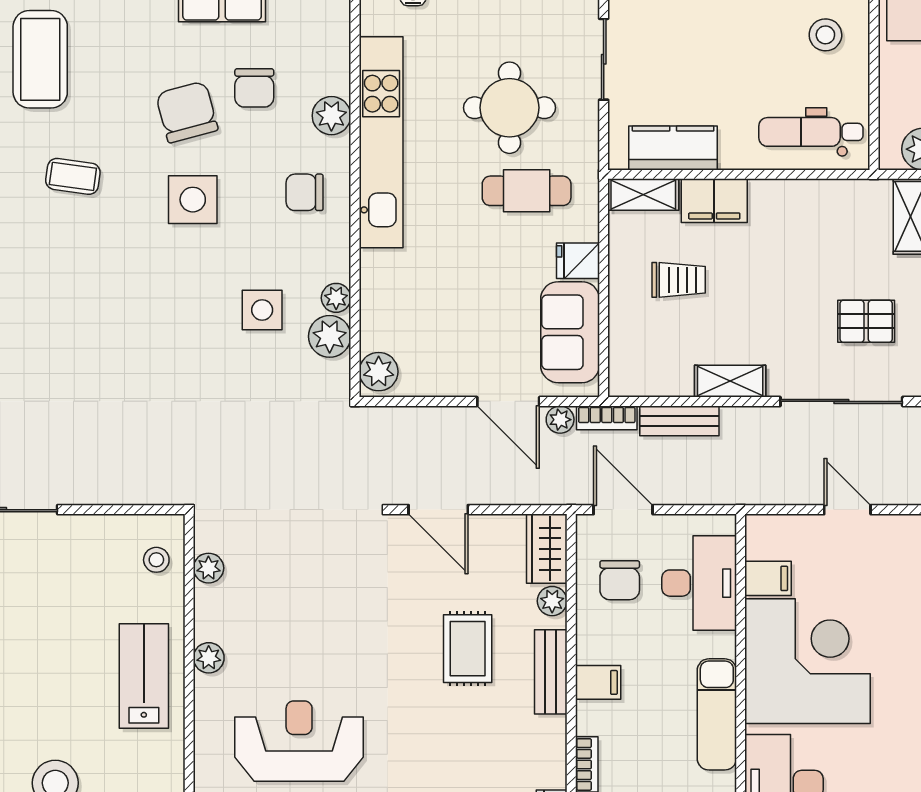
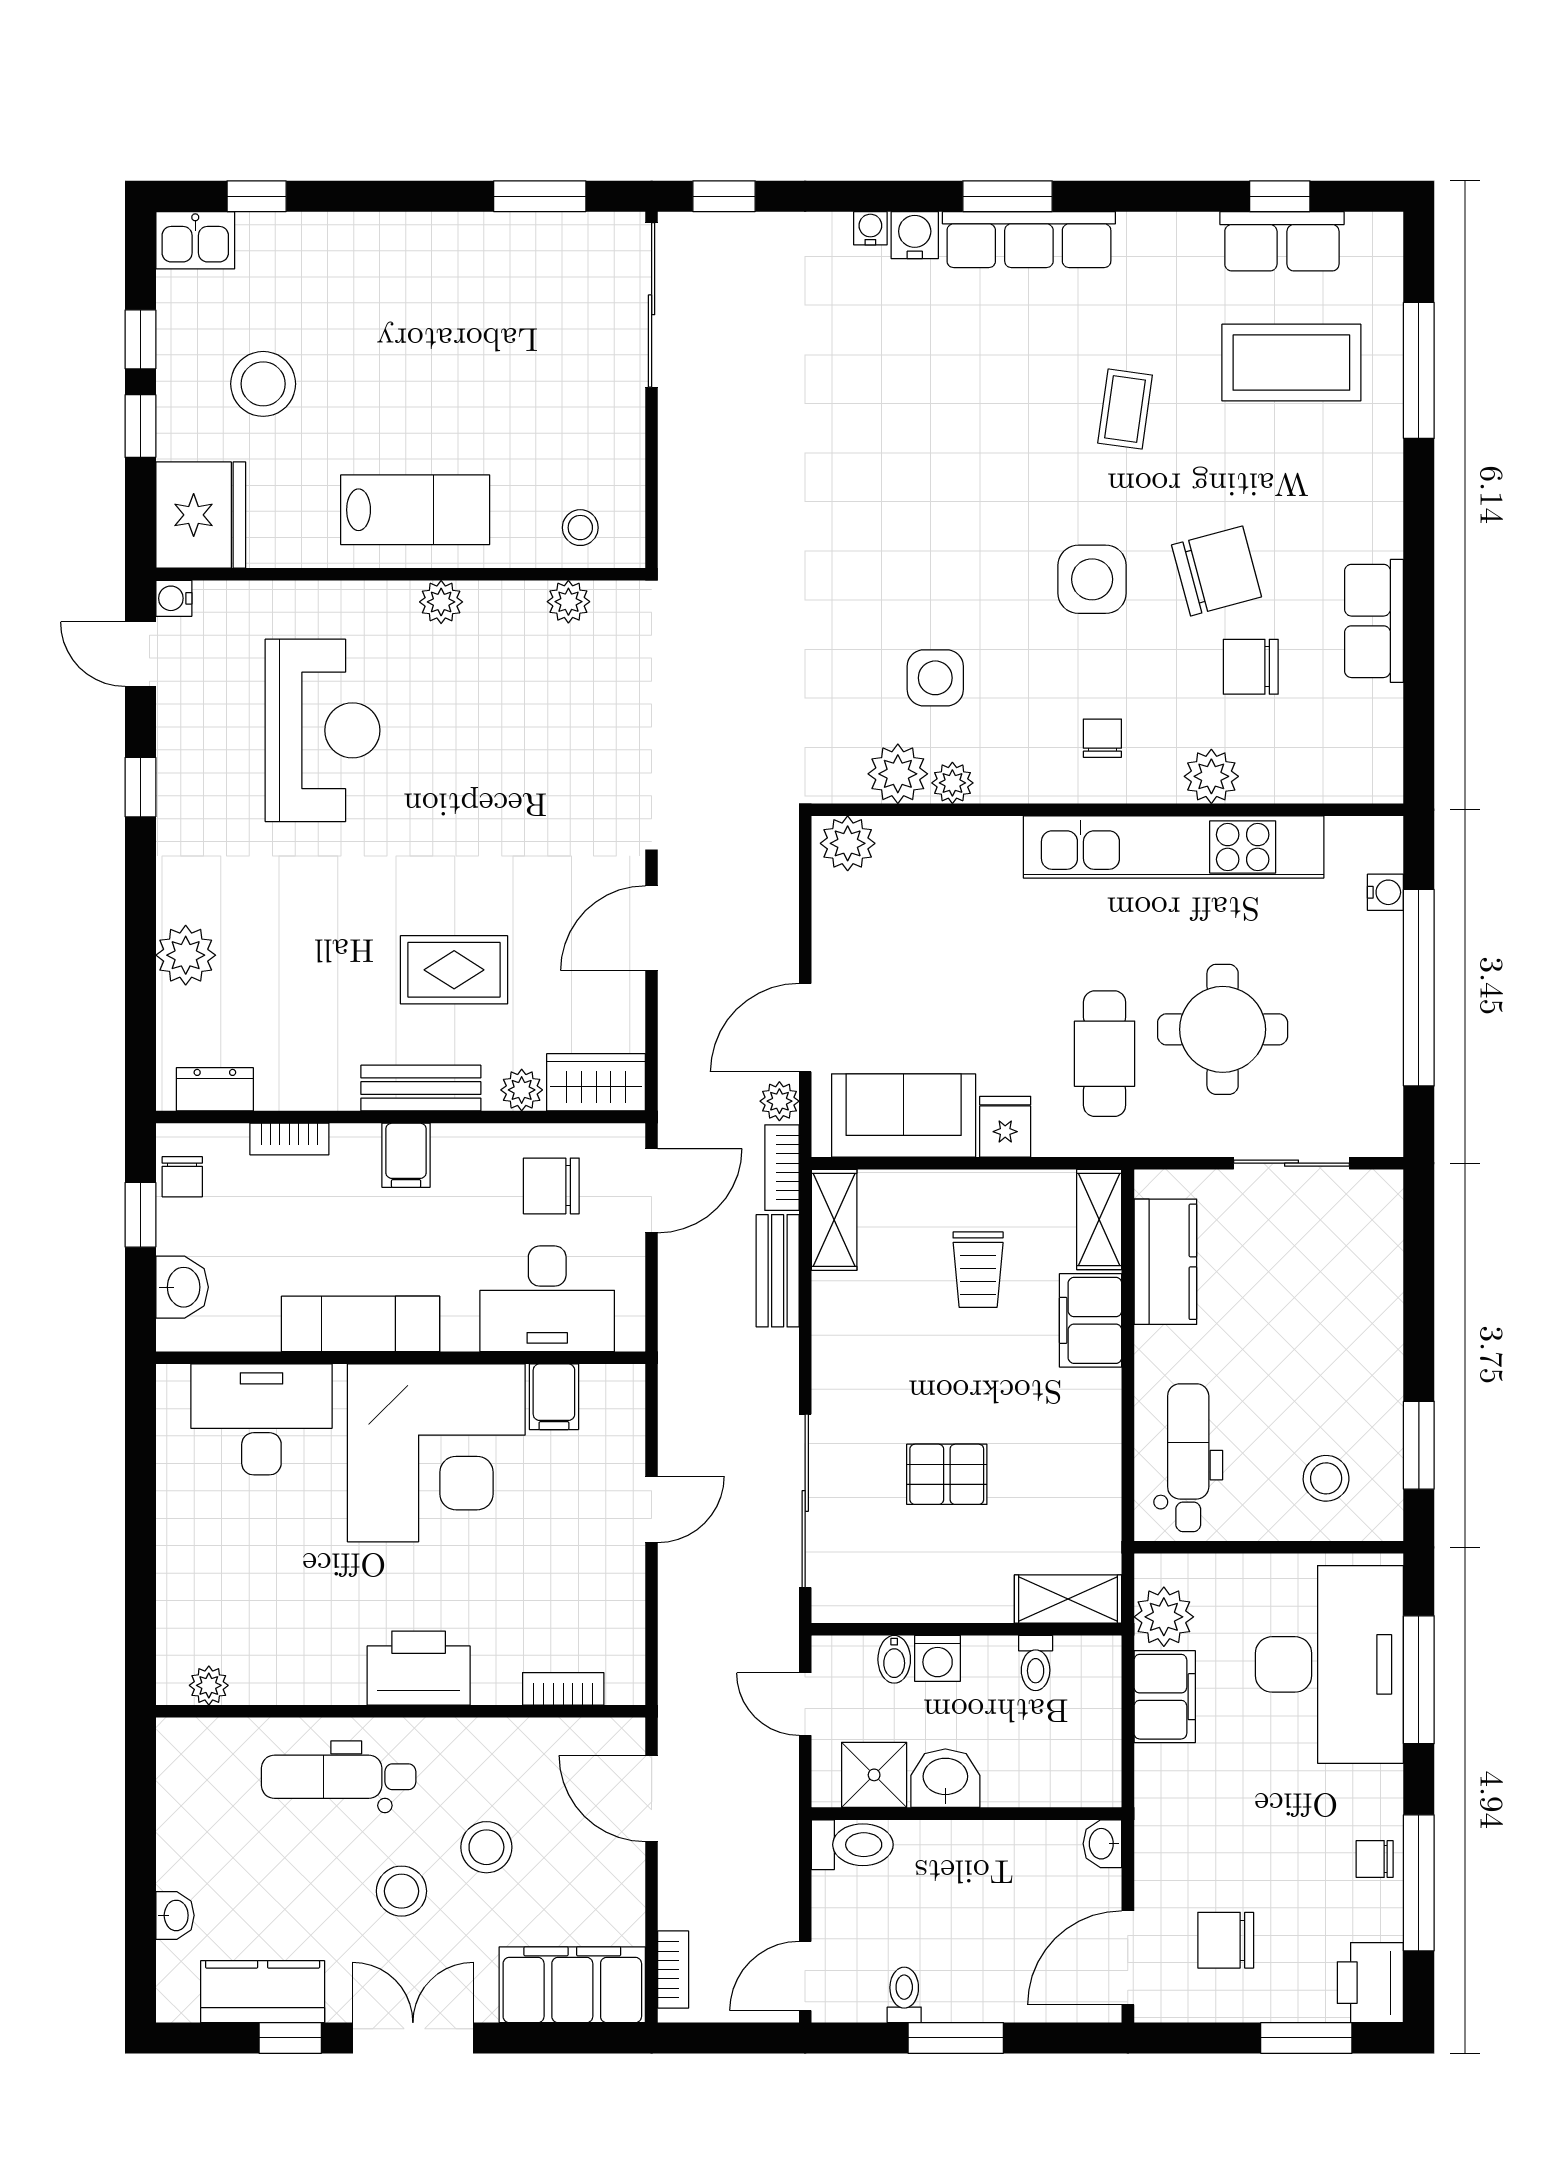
chair: (305, 192) -> (1102, 738), width x0.73, depth x0.73
pallet: (866, 321) -> (947, 1474), moved, turned 90
shelving: (730, 381) -> (834, 1220), moved

